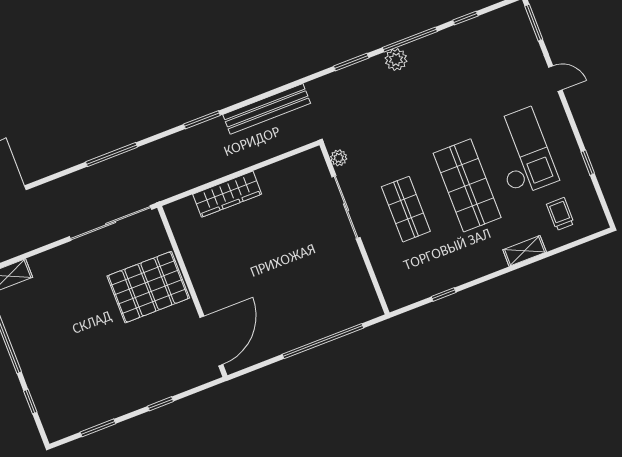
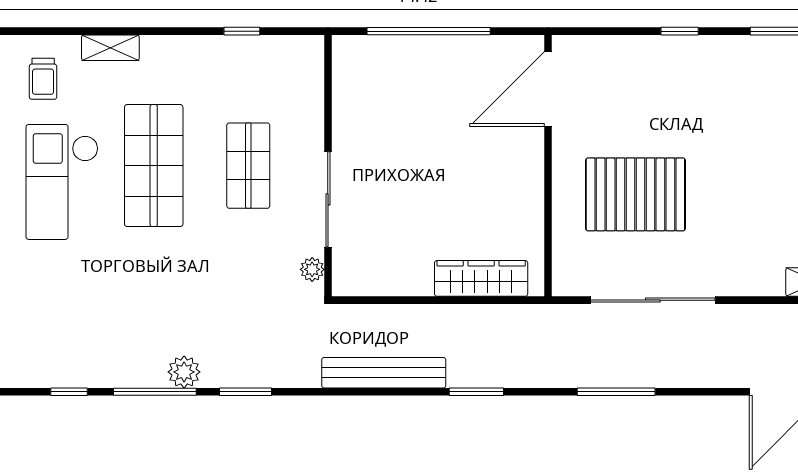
wall: (192, 292) -> (548, 166), moved
door: (211, 341) -> (548, 89), moved

